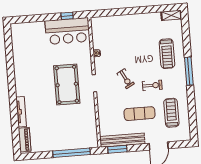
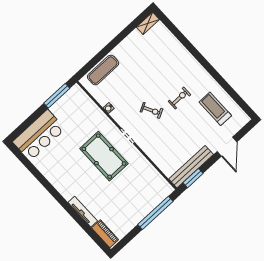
window: (67, 16) -> (57, 96), width x2.17
bar counter: (68, 31) -> (39, 135), moved
treadmill: (167, 54) -> (171, 60), removed
window: (189, 71) -> (202, 60), removed
exercise mat: (140, 114) -> (103, 70), moved

